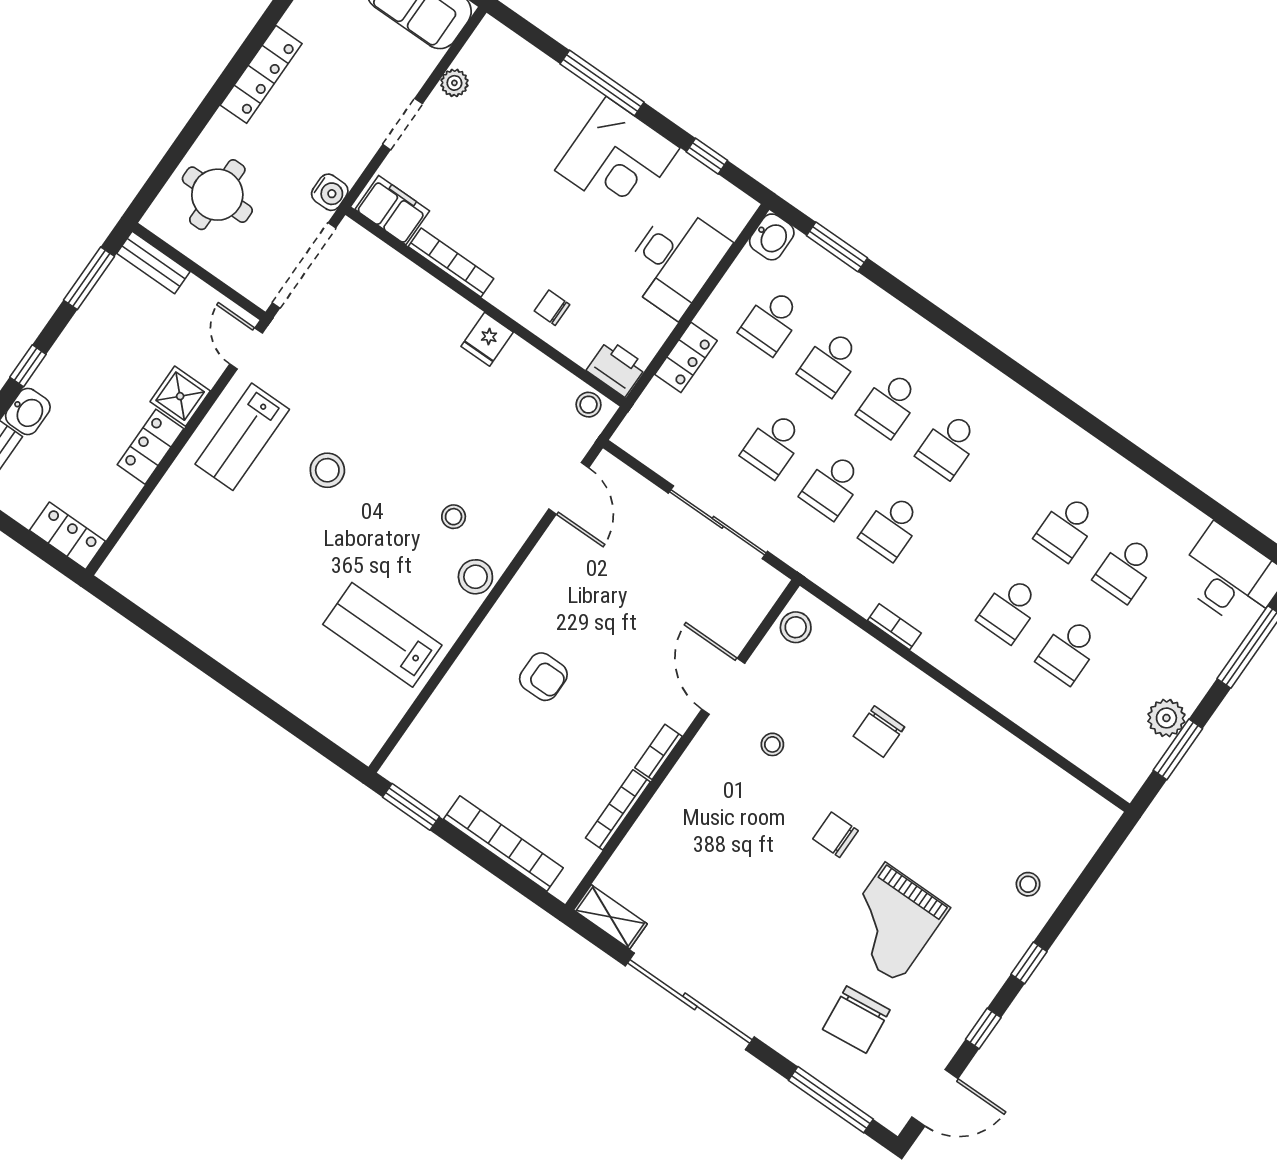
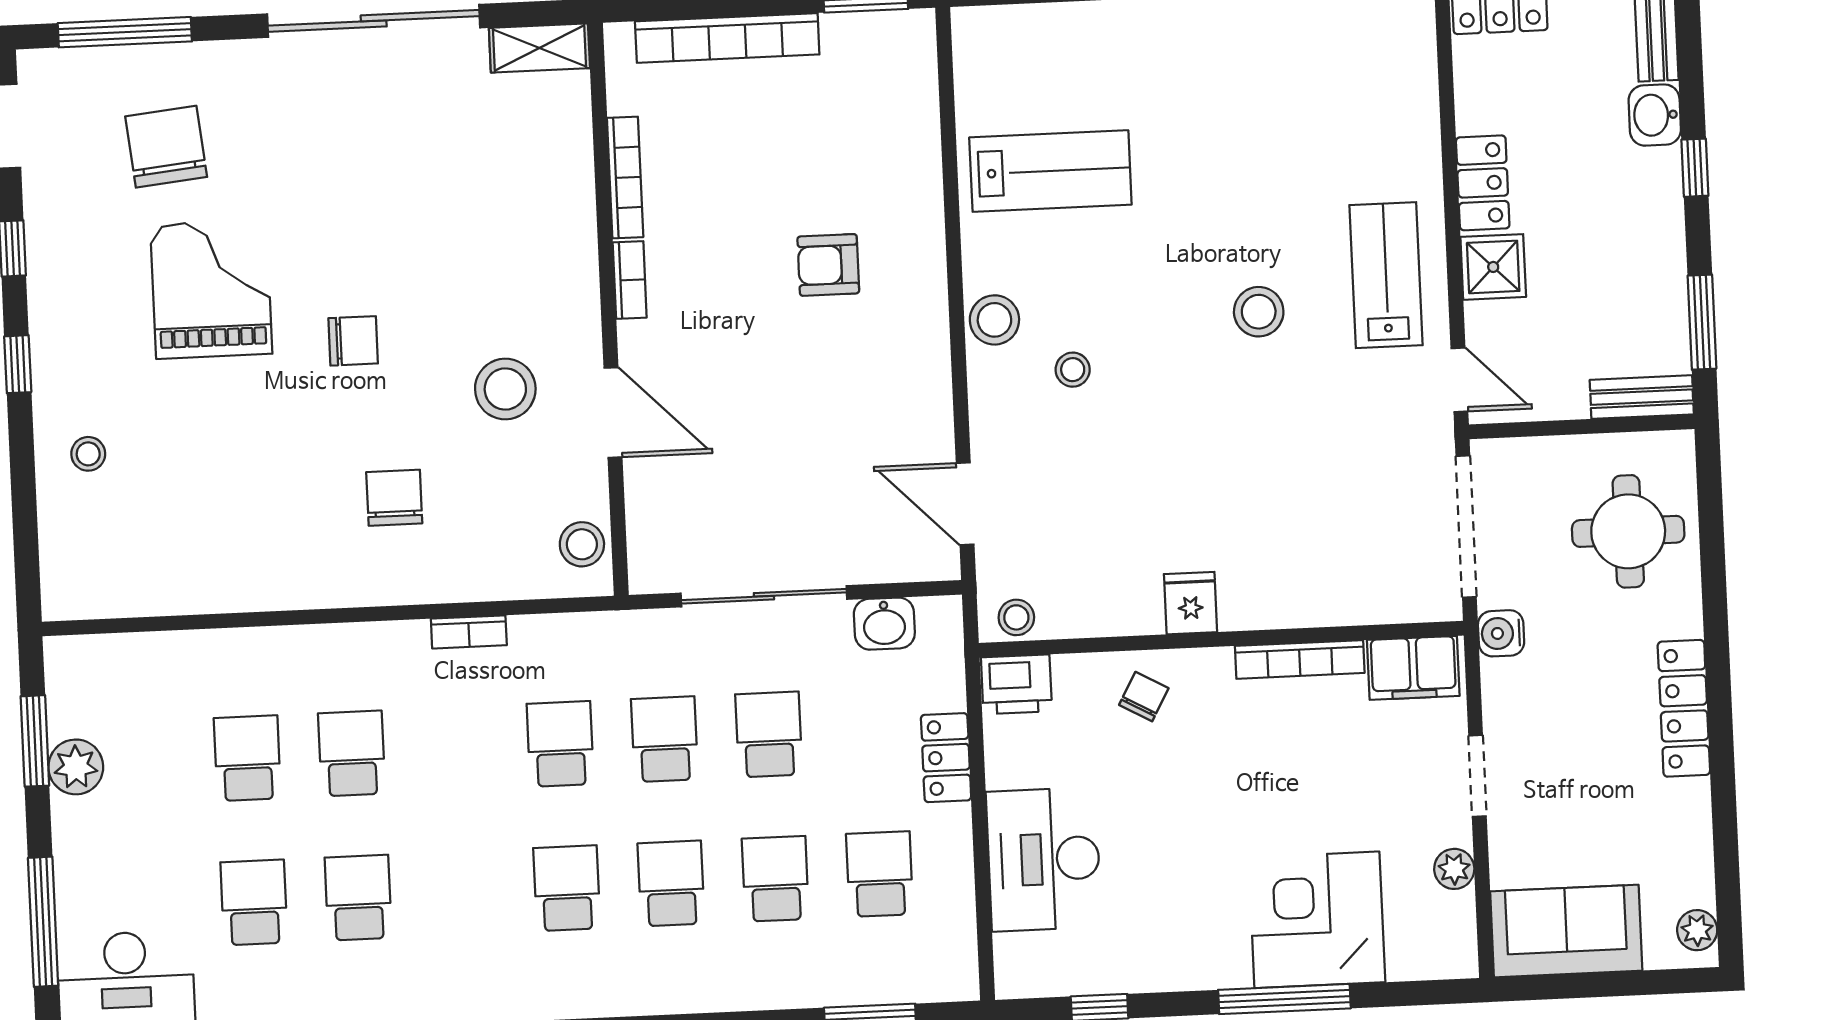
corner desk: (617, 159) -> (1317, 920), moved
washbasin: (772, 237) -> (884, 624), moved, turned -90
chair: (552, 308) -> (1144, 697), turned -61
stool: (772, 744) -> (505, 389), width x1.89, depth x1.89

